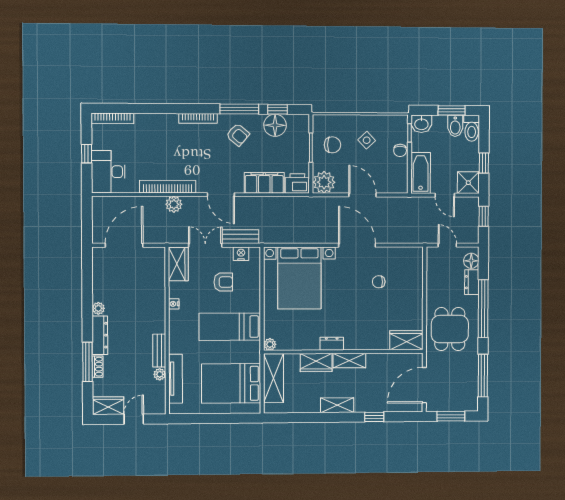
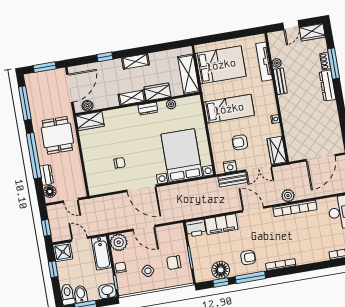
armchair: (238, 135) -> (248, 258), turned 140
plant: (324, 182) -> (119, 242), moved
plant: (98, 308) -> (332, 106), removed
plant: (270, 344) -> (171, 104), moved
boiler: (406, 360) -> (87, 106), added

